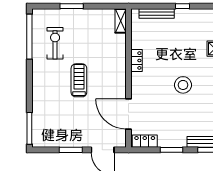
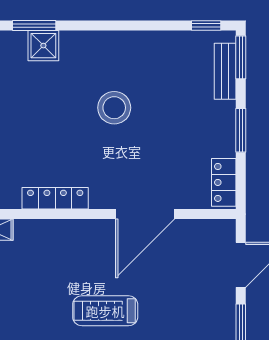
locker: (137, 61) -> (55, 198), width x1.53
door: (129, 114) -> (145, 214), moved

